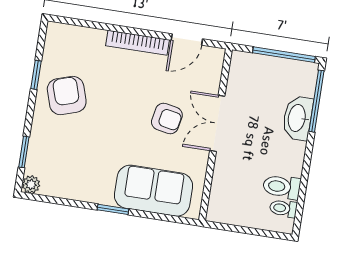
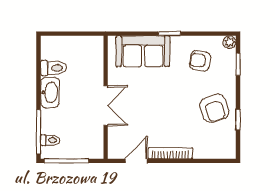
washbasin: (298, 118) -> (50, 92), moved
armchair: (167, 119) -> (200, 61), moved
toilet: (283, 208) -> (50, 140), moved

